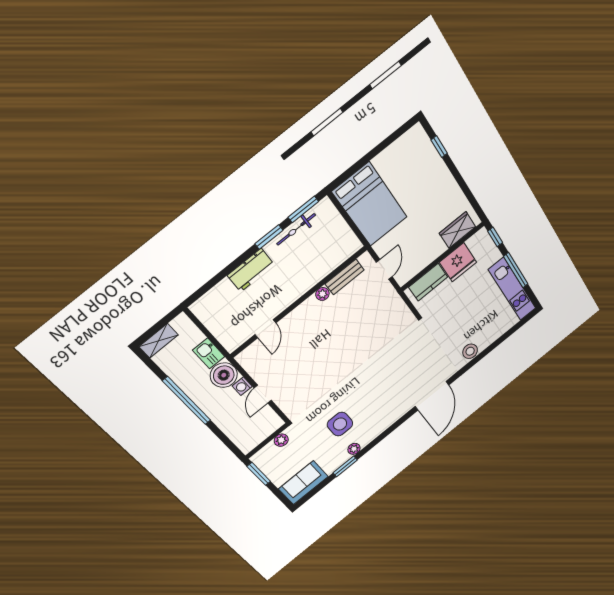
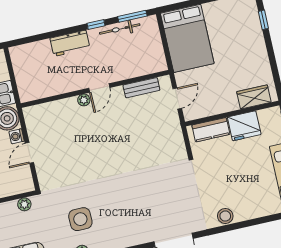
window: (269, 237) -> (96, 24), width x0.67
plant: (322, 294) -> (84, 100), moved
door: (265, 329) -> (99, 88), moved

